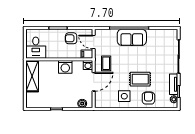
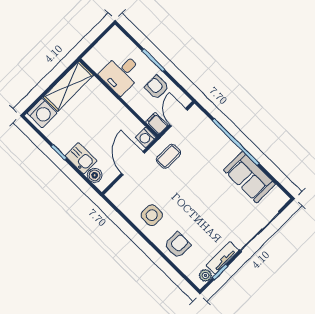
sofa: (132, 37) -> (249, 177), moved
desk: (36, 48) -> (121, 73), moved
washing machine: (65, 67) -> (42, 113), moved, turned -90
rug: (140, 79) -> (190, 214), removed
door: (94, 82) -> (133, 163), swing flipped
kitchen sink: (69, 102) -> (81, 158), added

